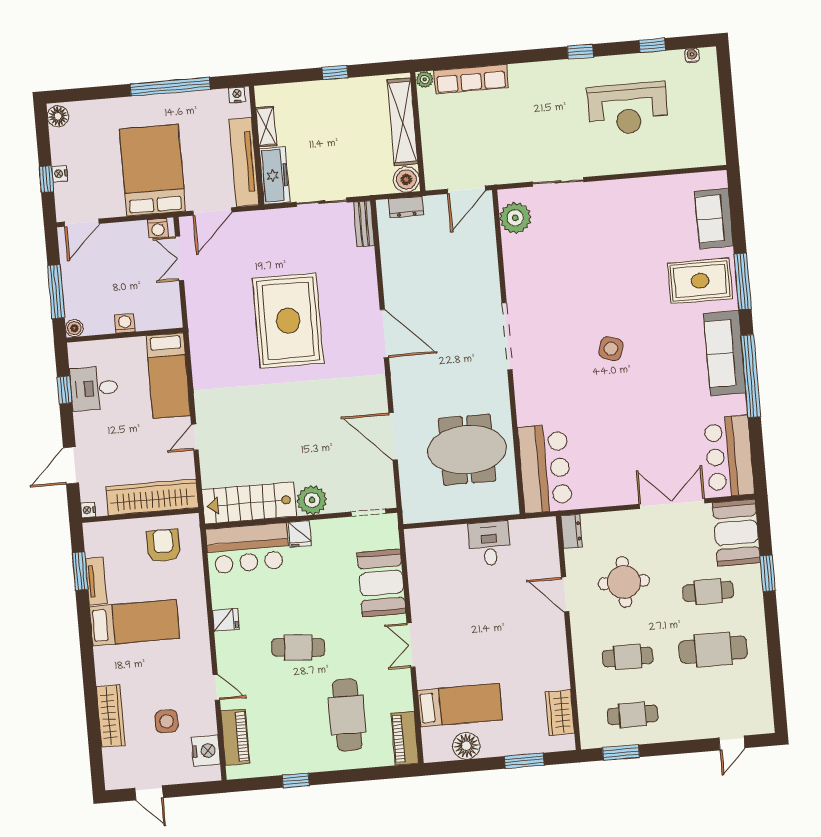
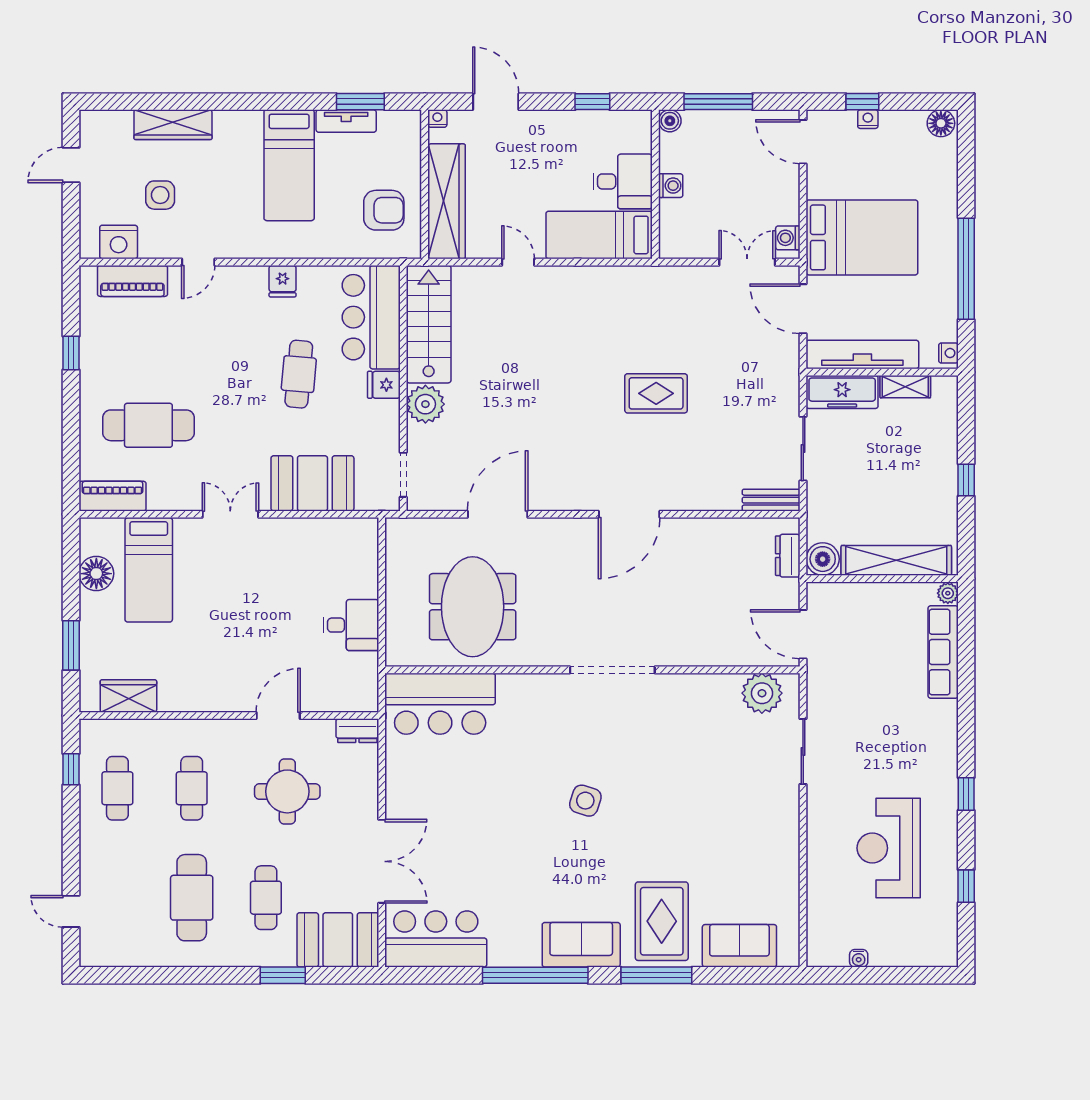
water cooler: (692, 55) -> (859, 958), moved, turned 90
rug: (288, 321) -> (656, 393), width x0.54, depth x0.49
sofa: (725, 353) -> (581, 945), width x0.73
desk: (94, 388) -> (623, 181), moved, turned 90
cafe table: (298, 647) -> (299, 374), moved
window: (621, 752) -> (71, 769), width x0.67

